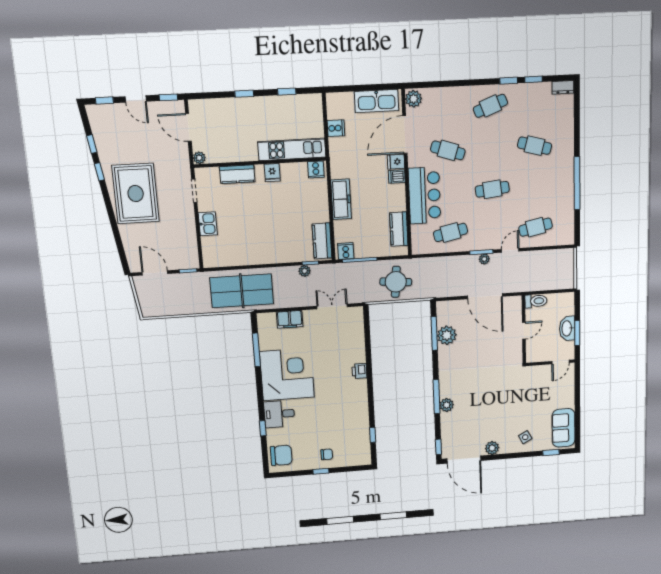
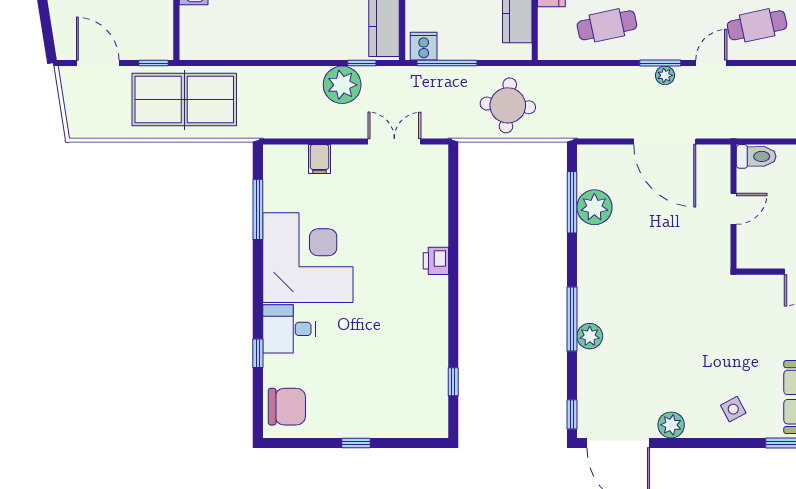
plant: (305, 271) -> (342, 85), width x1.88, depth x1.88
table tennis table: (242, 291) -> (184, 100), moved
filing cabinet: (290, 319) -> (319, 159), width x0.50
chair: (327, 454) -> (368, 412), removed

